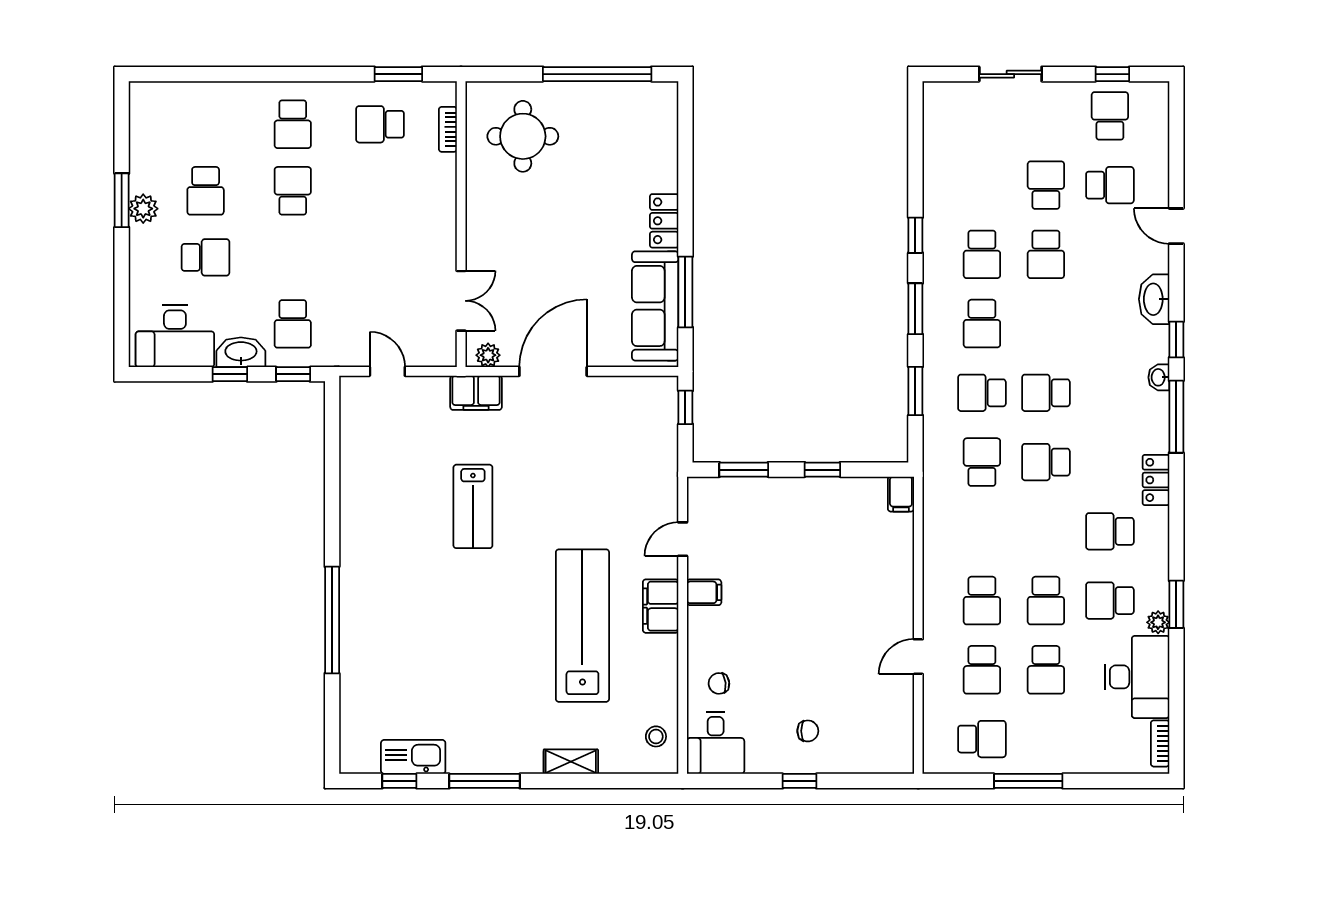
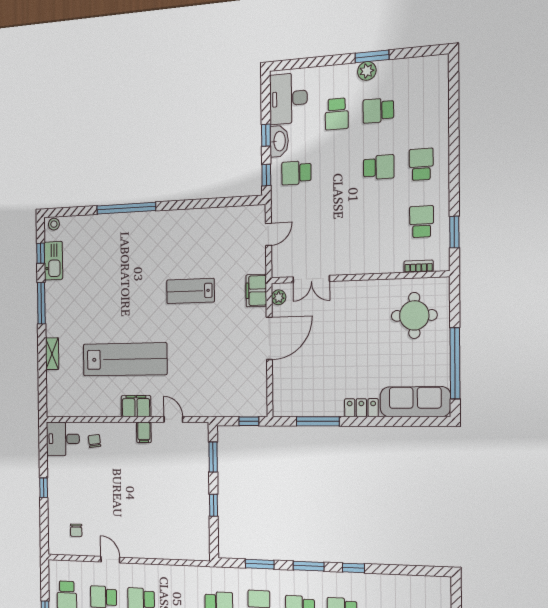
school desk: (293, 124) -> (421, 164), turned 90
sofa: (655, 306) -> (415, 402), moved
door: (553, 371) -> (269, 338), hinge flipped
filing cabinet: (901, 494) -> (200, 553), removed
chair: (808, 731) -> (76, 530), moved
stool: (656, 736) -> (54, 224), moved

